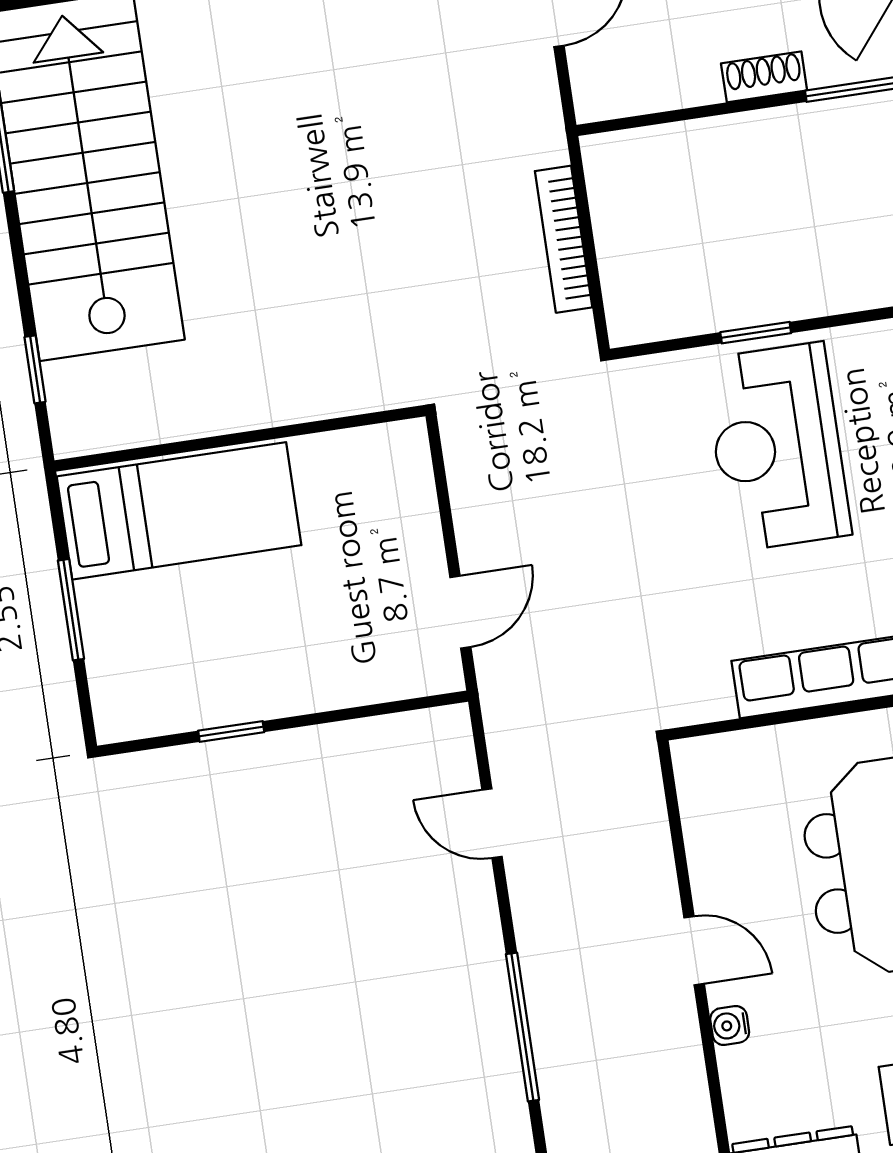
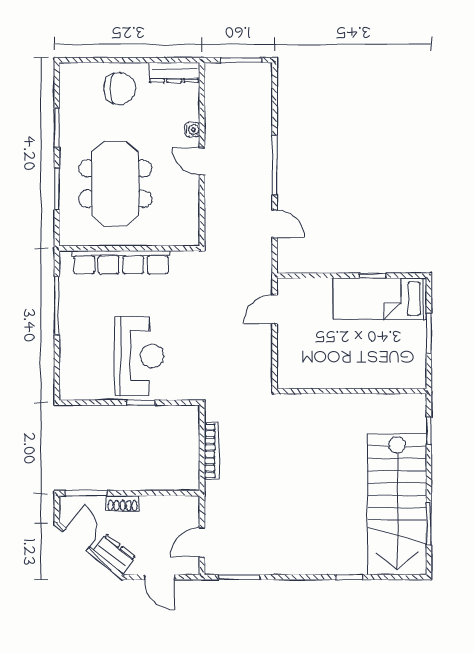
bed: (179, 511) -> (380, 299), moved
window: (522, 1027) -> (275, 165), moved

